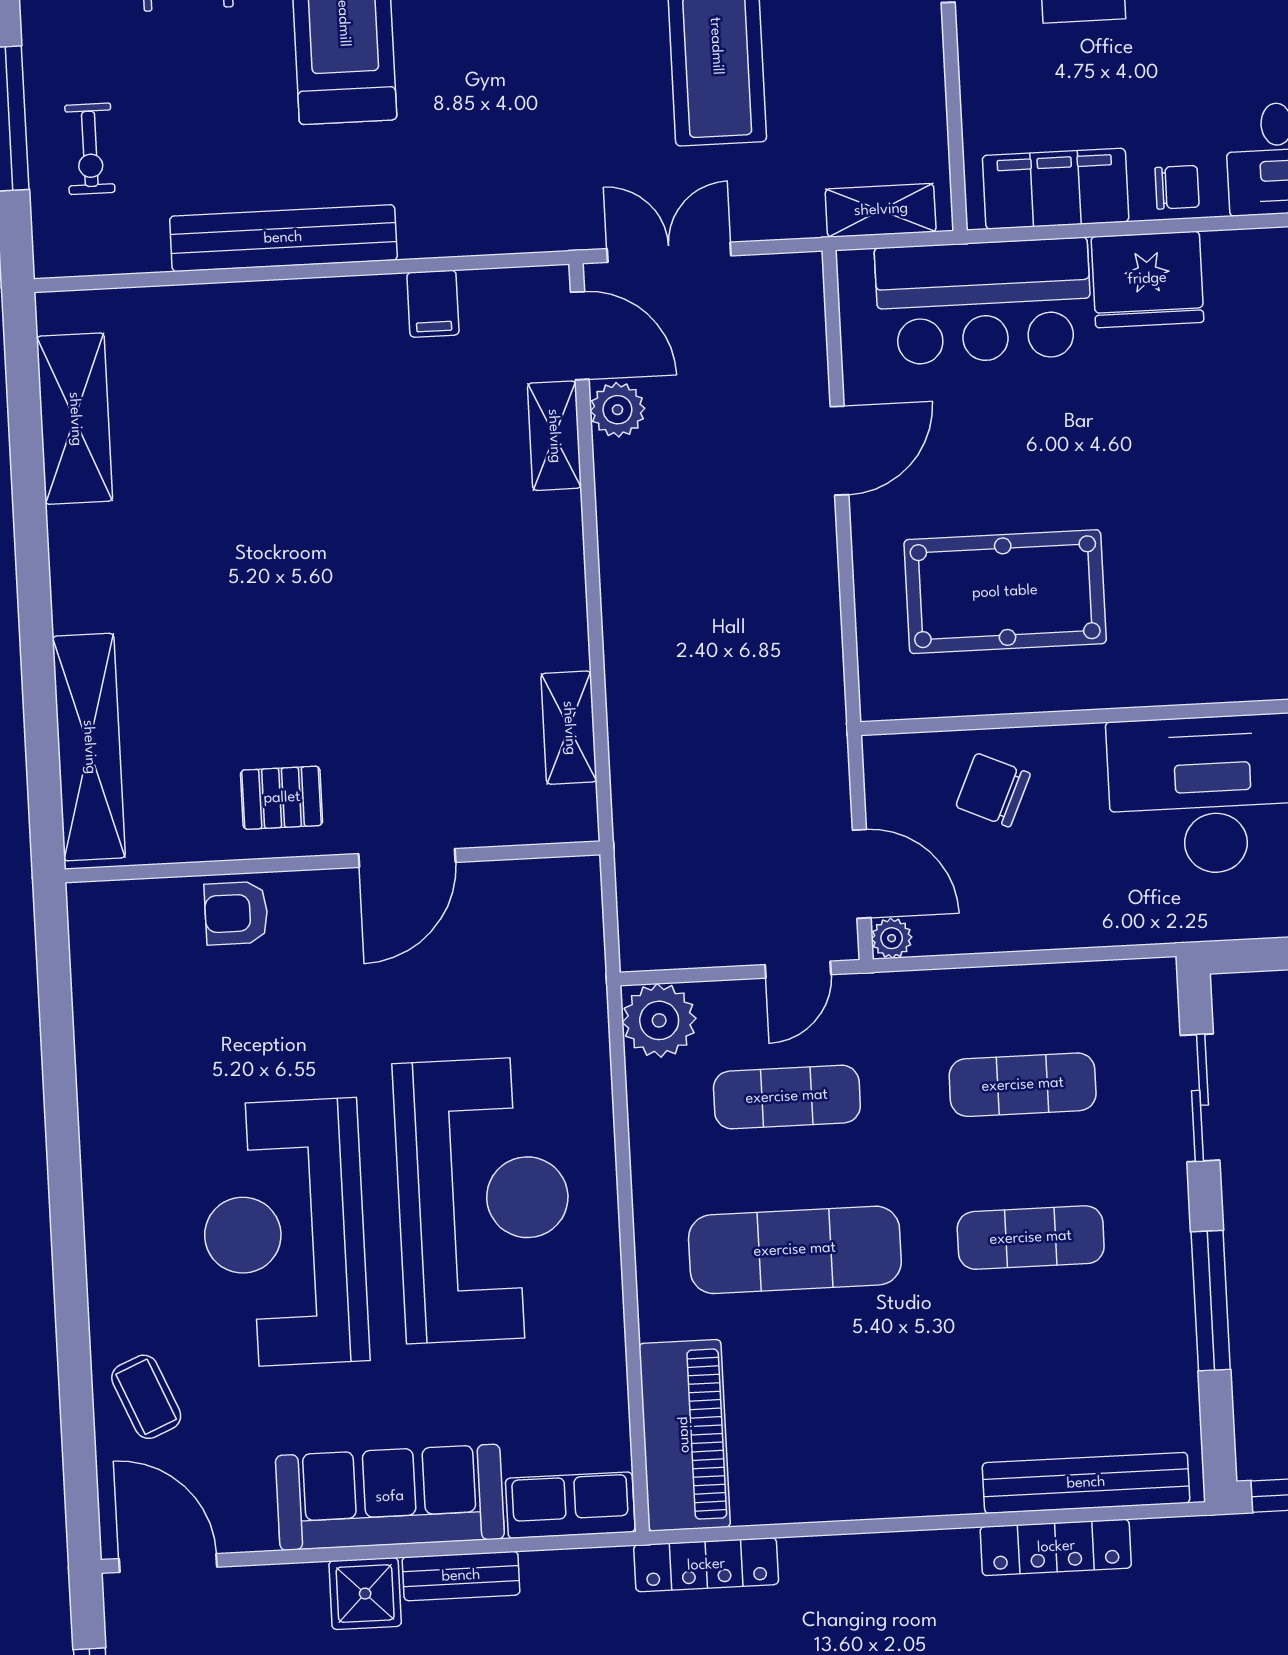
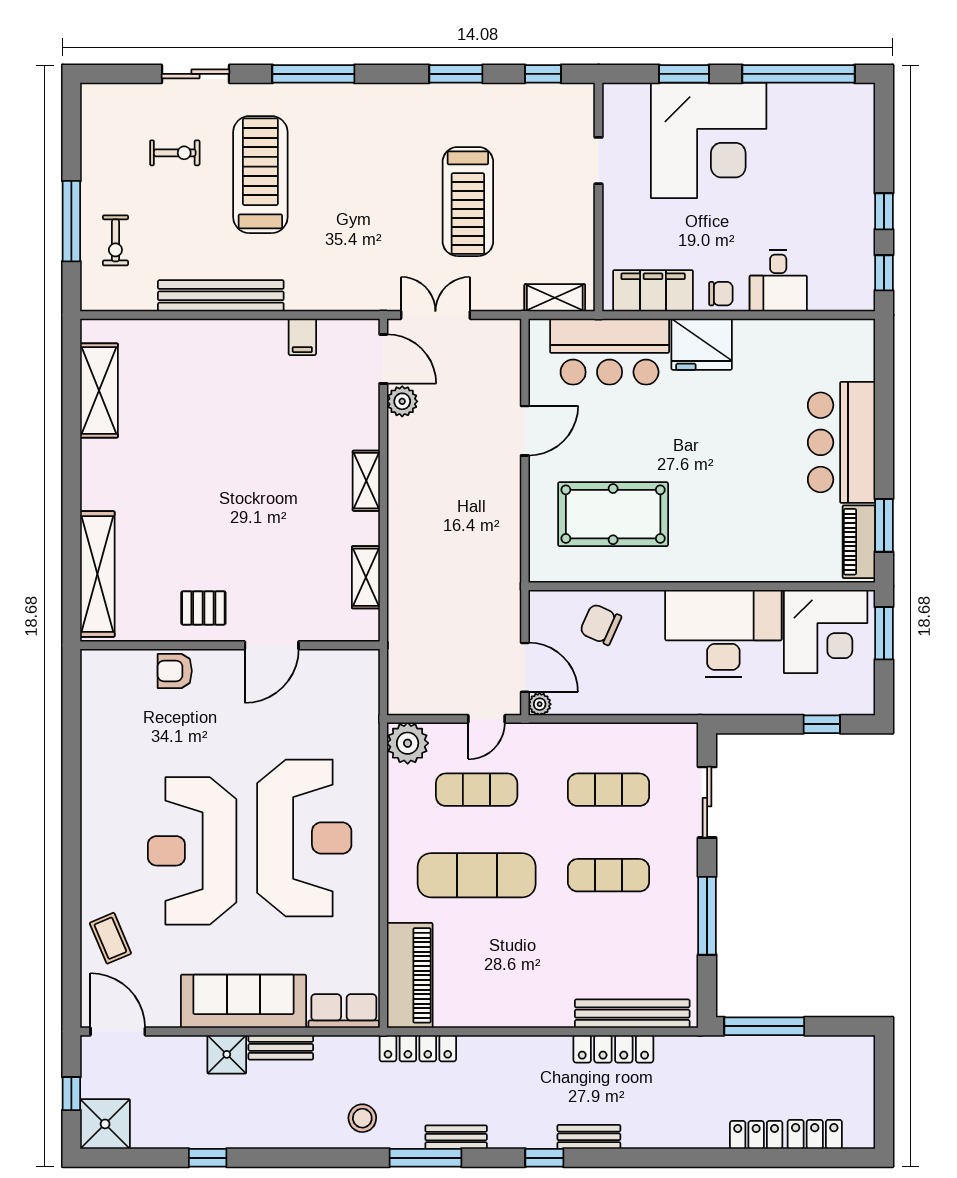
shelving: (554, 436) -> (366, 481), moved

